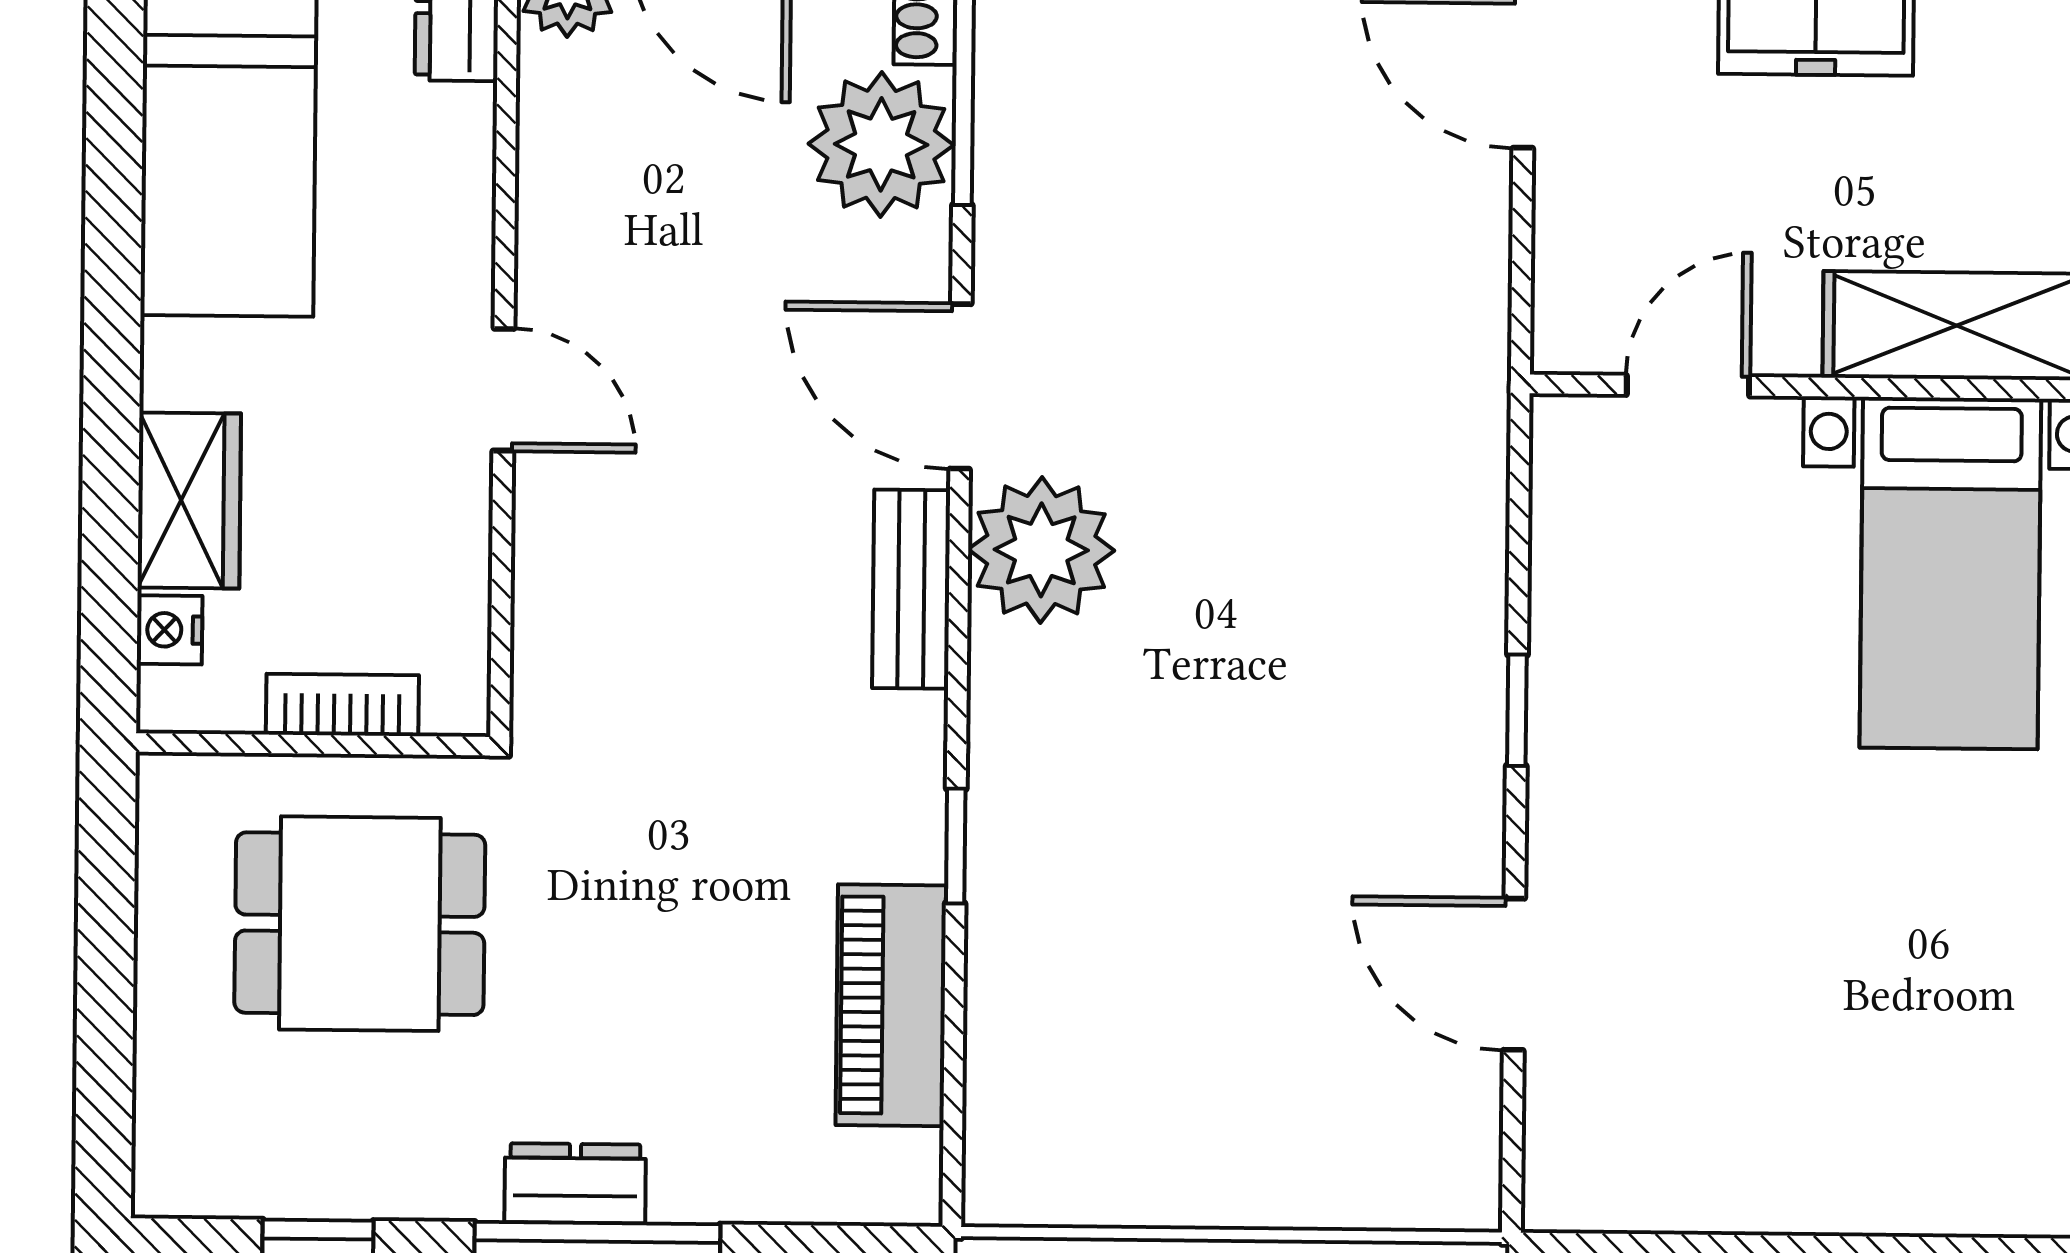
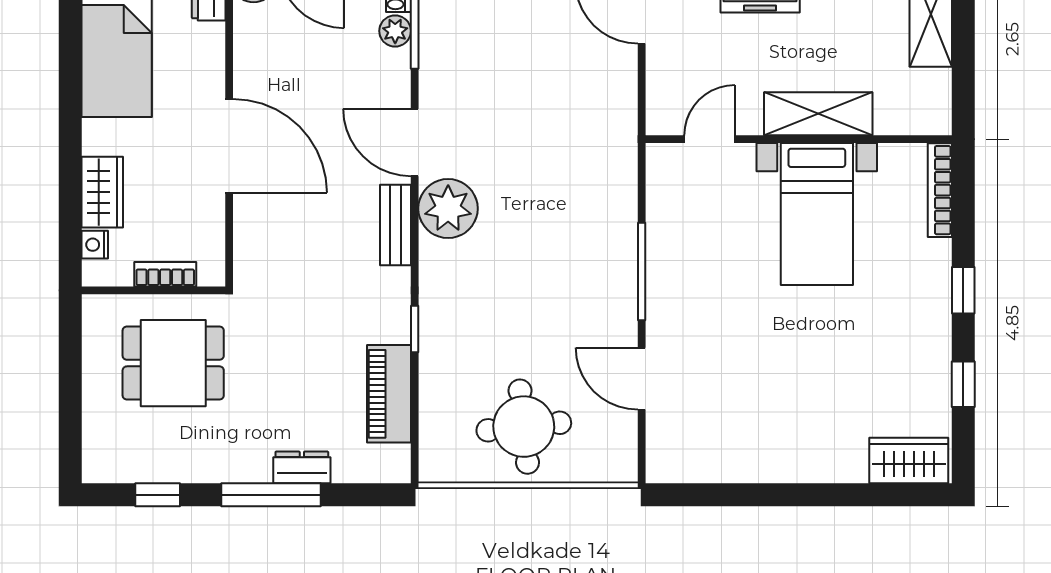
plant: (881, 144) -> (395, 31), width x0.53, depth x0.53
door: (503, 390) -> (229, 146), width x1.88
window: (1517, 710) -> (642, 272), width x2.17
round table: (1222, 1089) -> (524, 427), added
dresser: (575, 1183) -> (302, 467), moved

